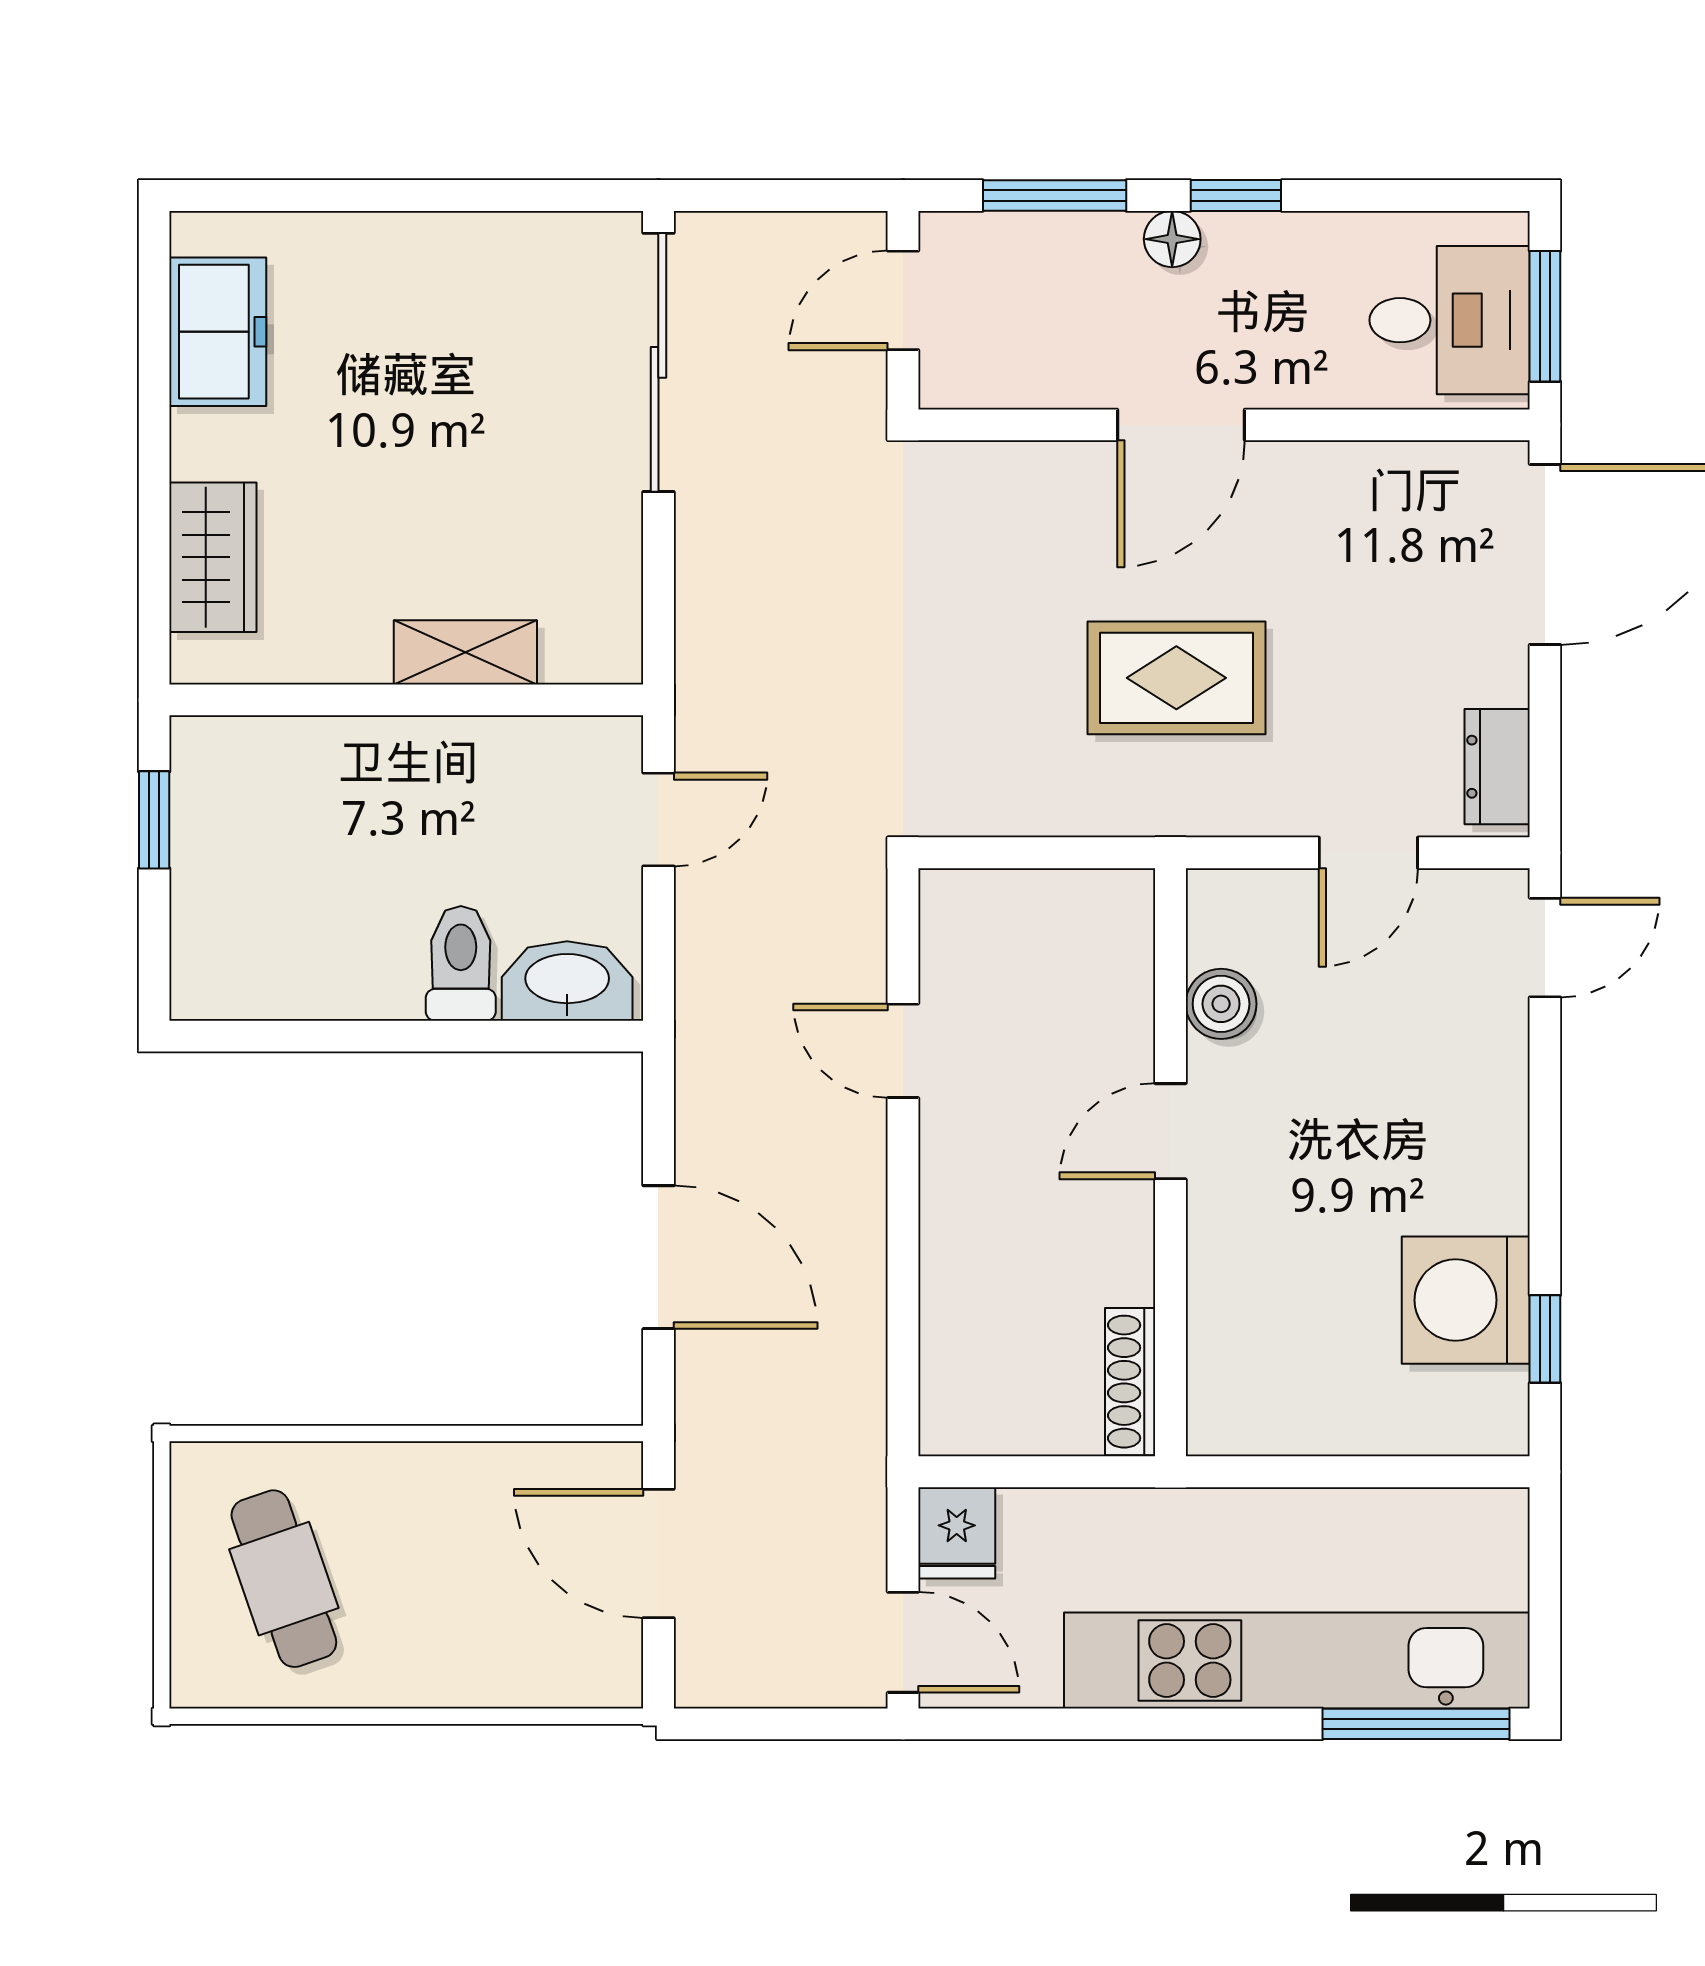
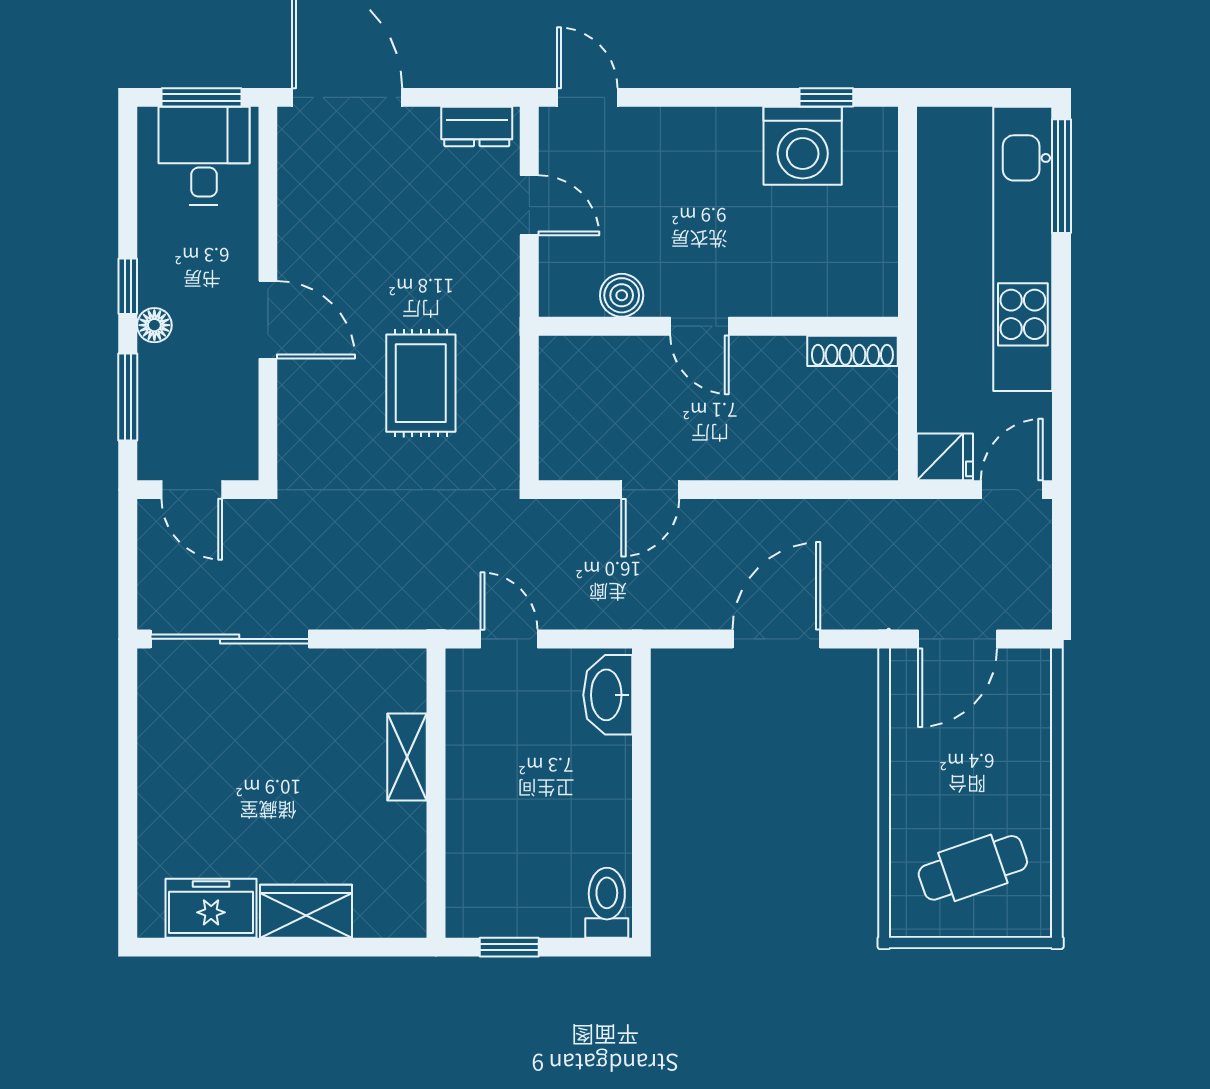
wardrobe: (213, 557) -> (306, 911), moved
rug: (1176, 678) -> (421, 383), moved
toilet: (461, 963) -> (607, 903), moved, turned 90

